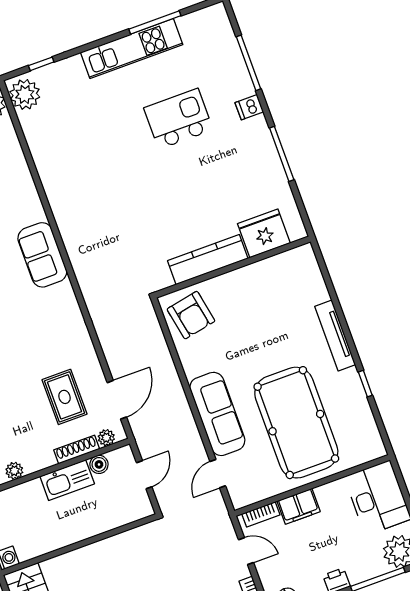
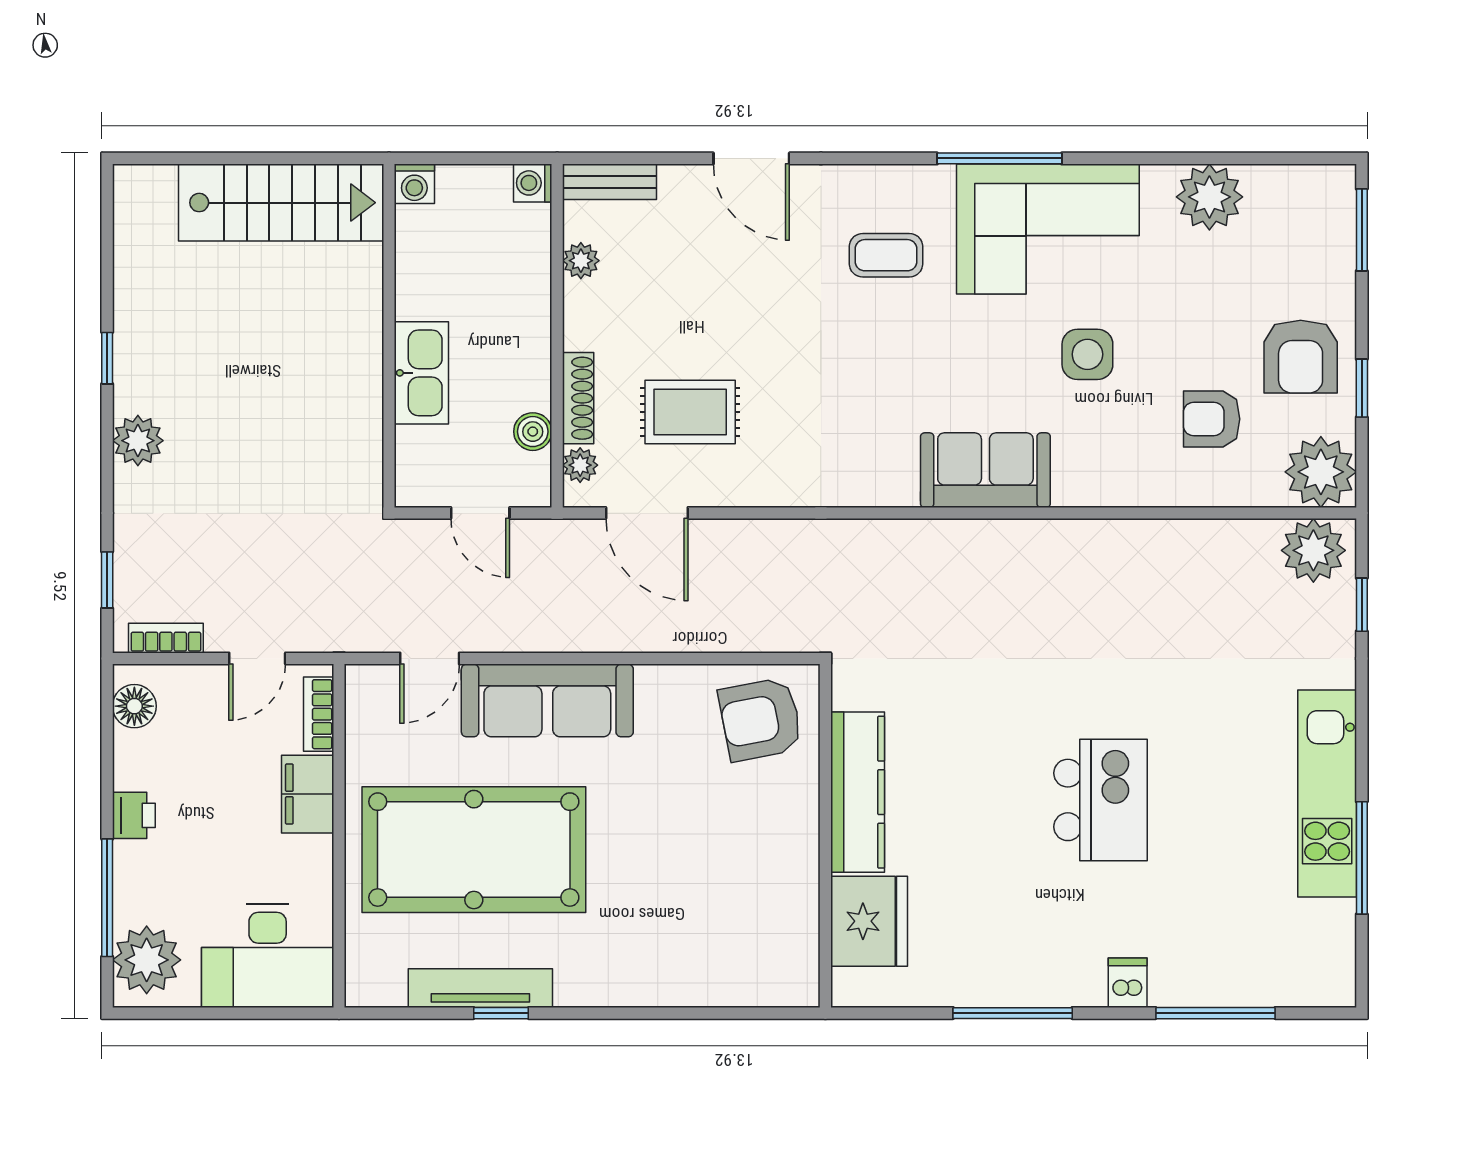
kitchen island: (178, 119) -> (1100, 800), moved
tv unit: (335, 335) -> (480, 988), moved
door: (218, 474) -> (430, 658), swing flipped
kitchen sink: (67, 480) -> (421, 373), moved, turned 180

